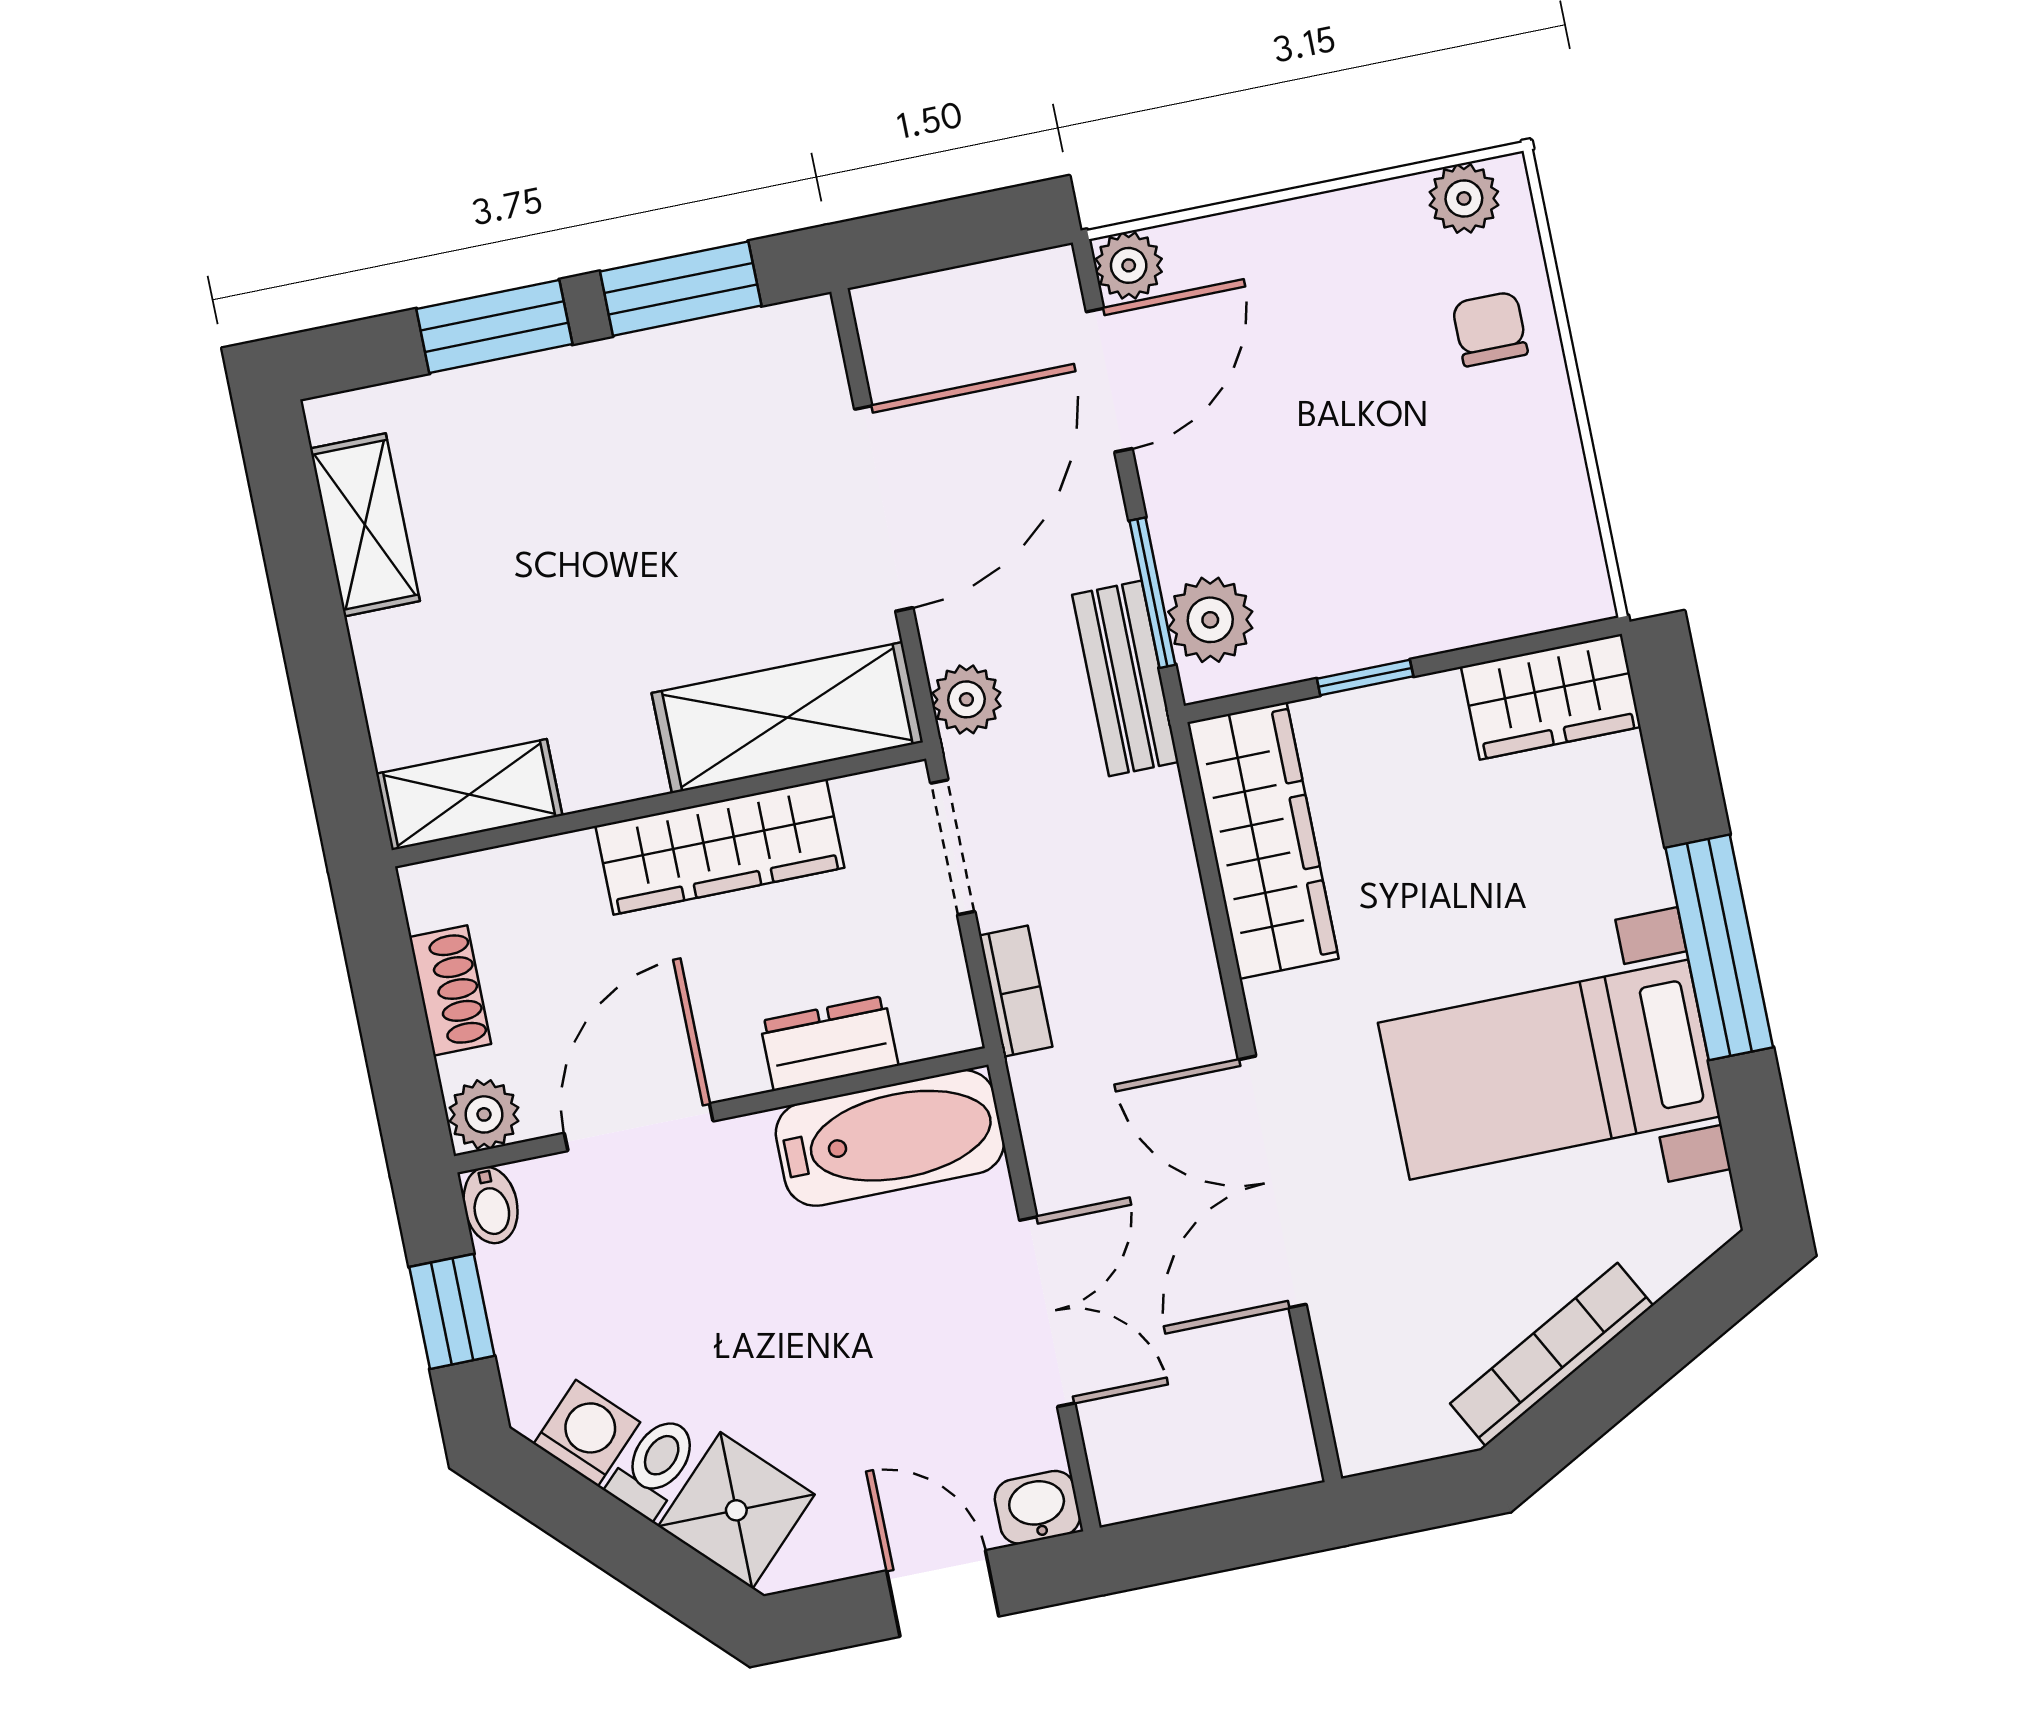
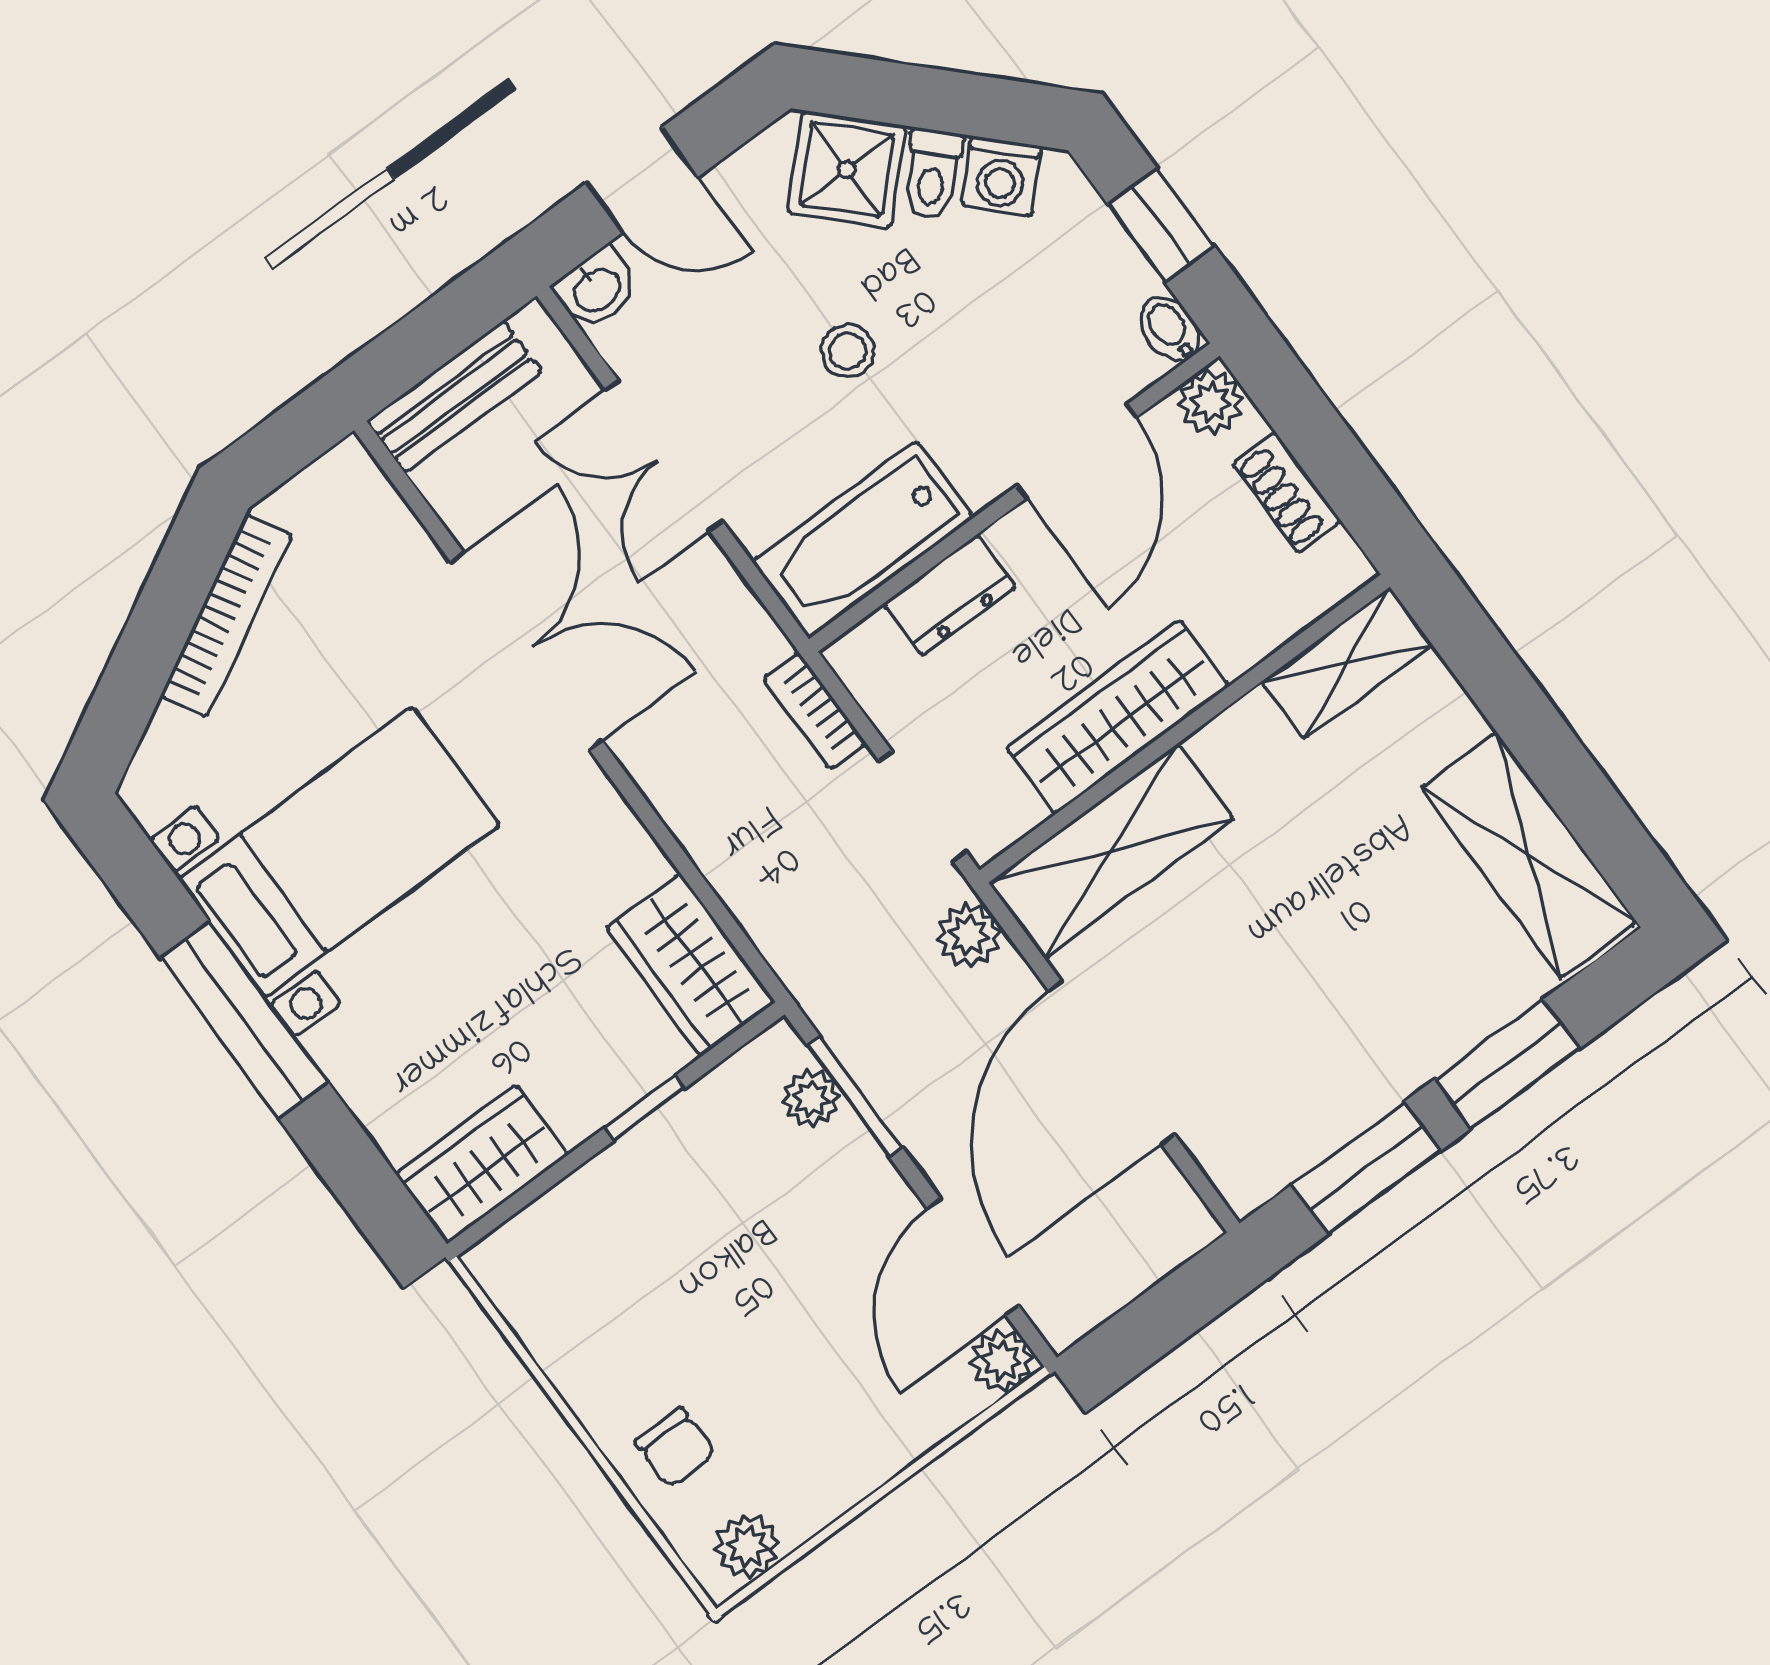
shelving: (365, 525) -> (1529, 855), width x1.50, depth x1.33
plant: (1210, 620) -> (811, 1099), width x0.73, depth x0.73
bench: (1125, 678) -> (454, 397), moved, turned 90
wardrobe: (1263, 840) -> (690, 965), width x0.67
stool: (819, 1331) -> (847, 351), added

